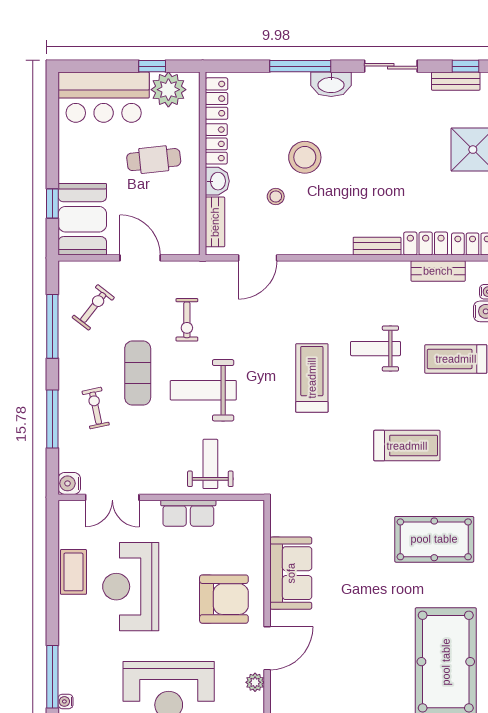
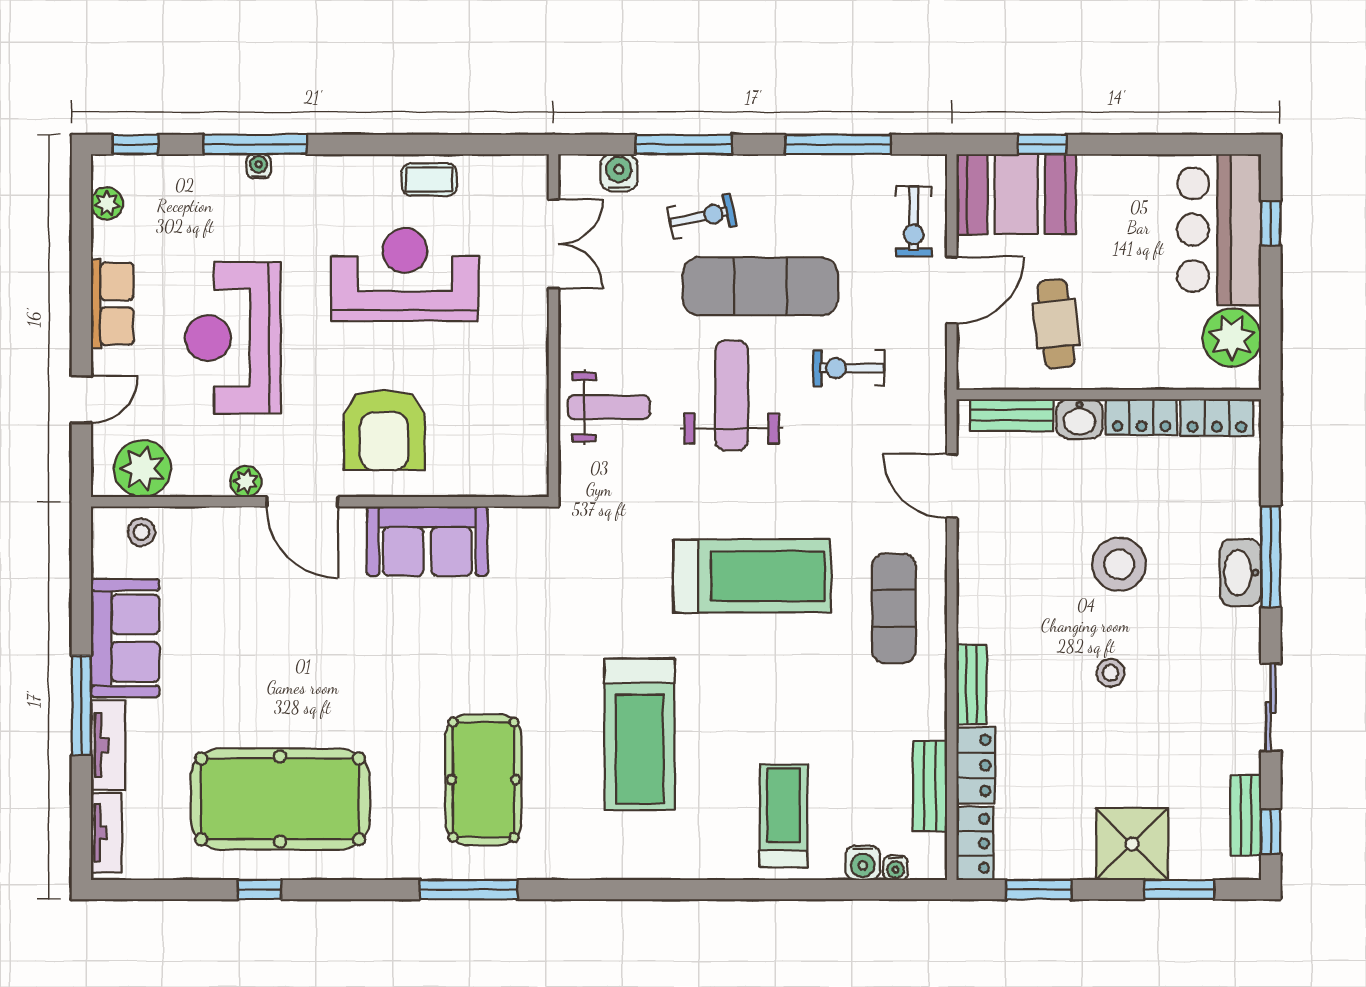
window: (152, 66) -> (1271, 223), moved
washbasin: (331, 84) -> (1241, 573), moved
cafe table: (154, 160) -> (1056, 324), moved
stool: (276, 196) -> (1111, 673), moved
exercise mat: (331, 293) -> (894, 608), added
exercise bike: (93, 307) -> (914, 222), moved, turned 52
weight bench: (376, 349) -> (801, 682), removed
exercise mat: (138, 373) -> (760, 286), width x1.36, depth x1.45
treadmill: (312, 378) -> (752, 576), width x1.37, depth x1.38
treadmill: (407, 446) -> (640, 734), width x1.37, depth x1.38
water cooler: (69, 483) -> (619, 172), moved
double door: (112, 497) -> (553, 244), swing flipped
row of seats: (188, 513) -> (527, 371), removed
coffee table: (73, 572) -> (429, 179), width x0.73, depth x0.77
water cooler: (66, 701) -> (259, 166), moved

